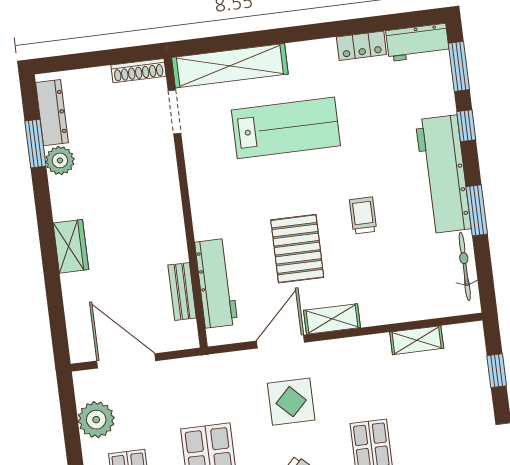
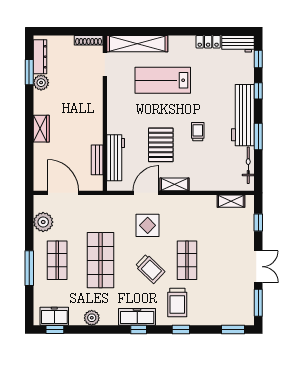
window: (459, 66) -> (258, 59), width x0.67
lab bench: (286, 128) -> (163, 80), turned 180
shelving: (417, 340) -> (231, 201), moved

